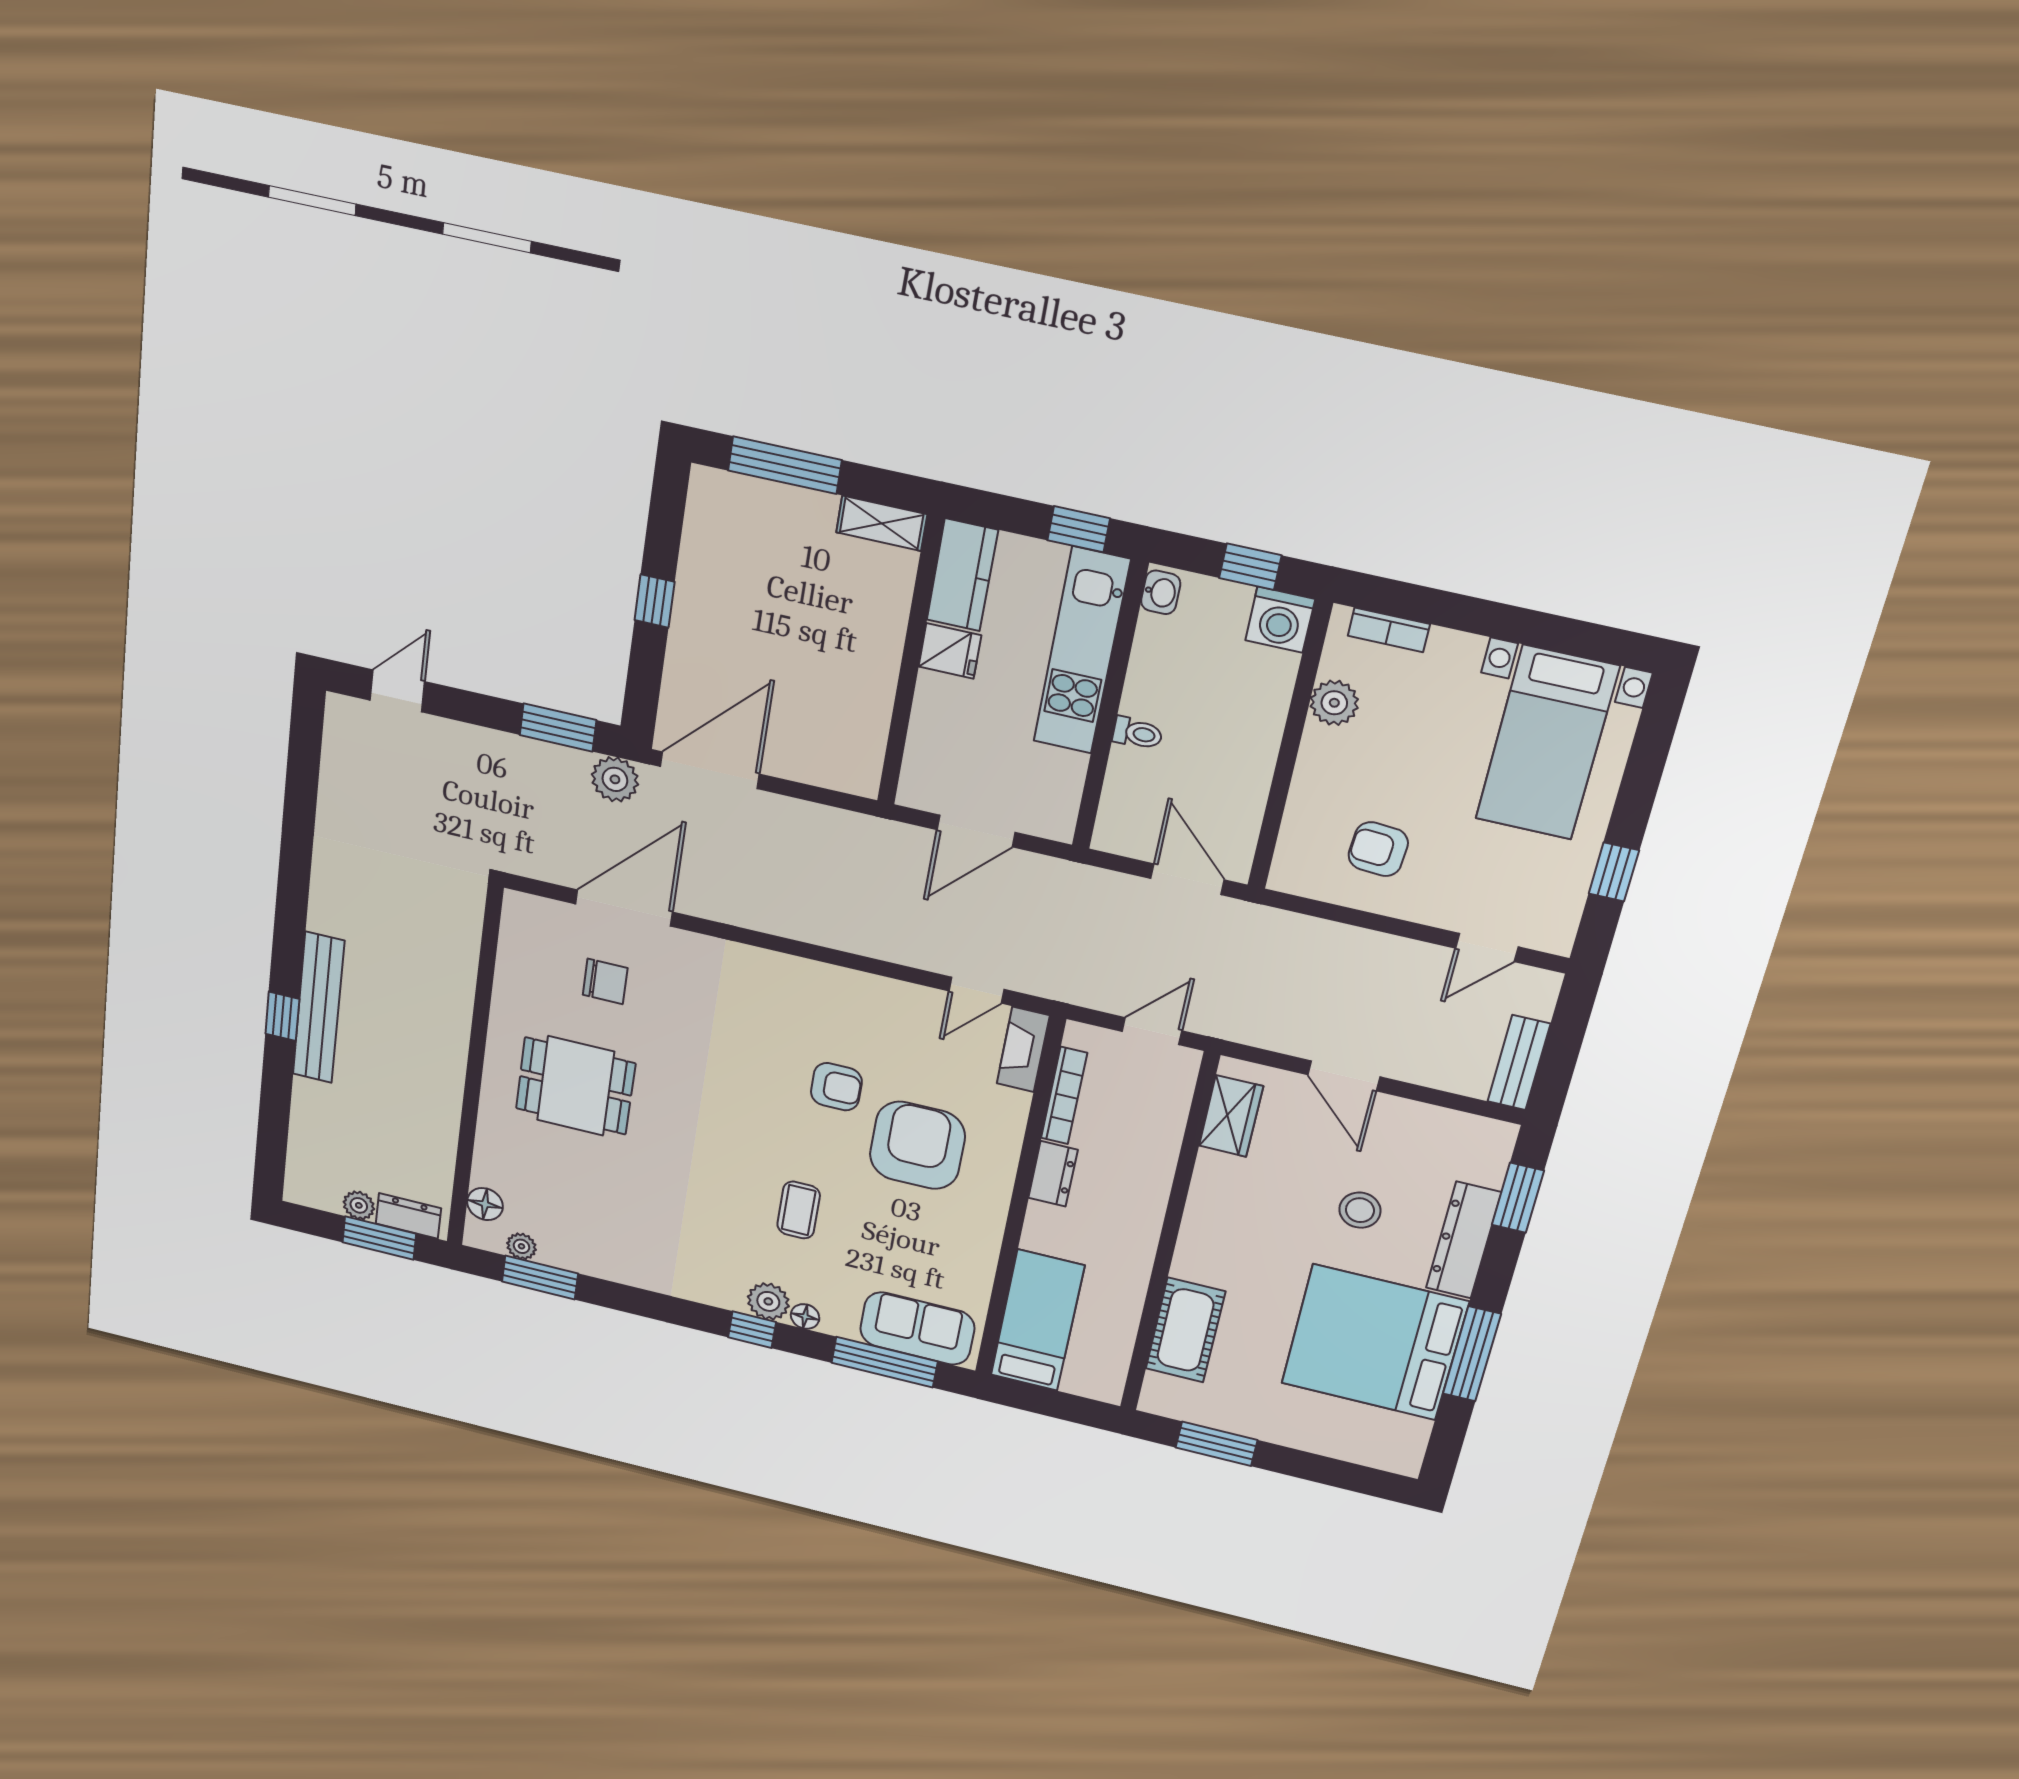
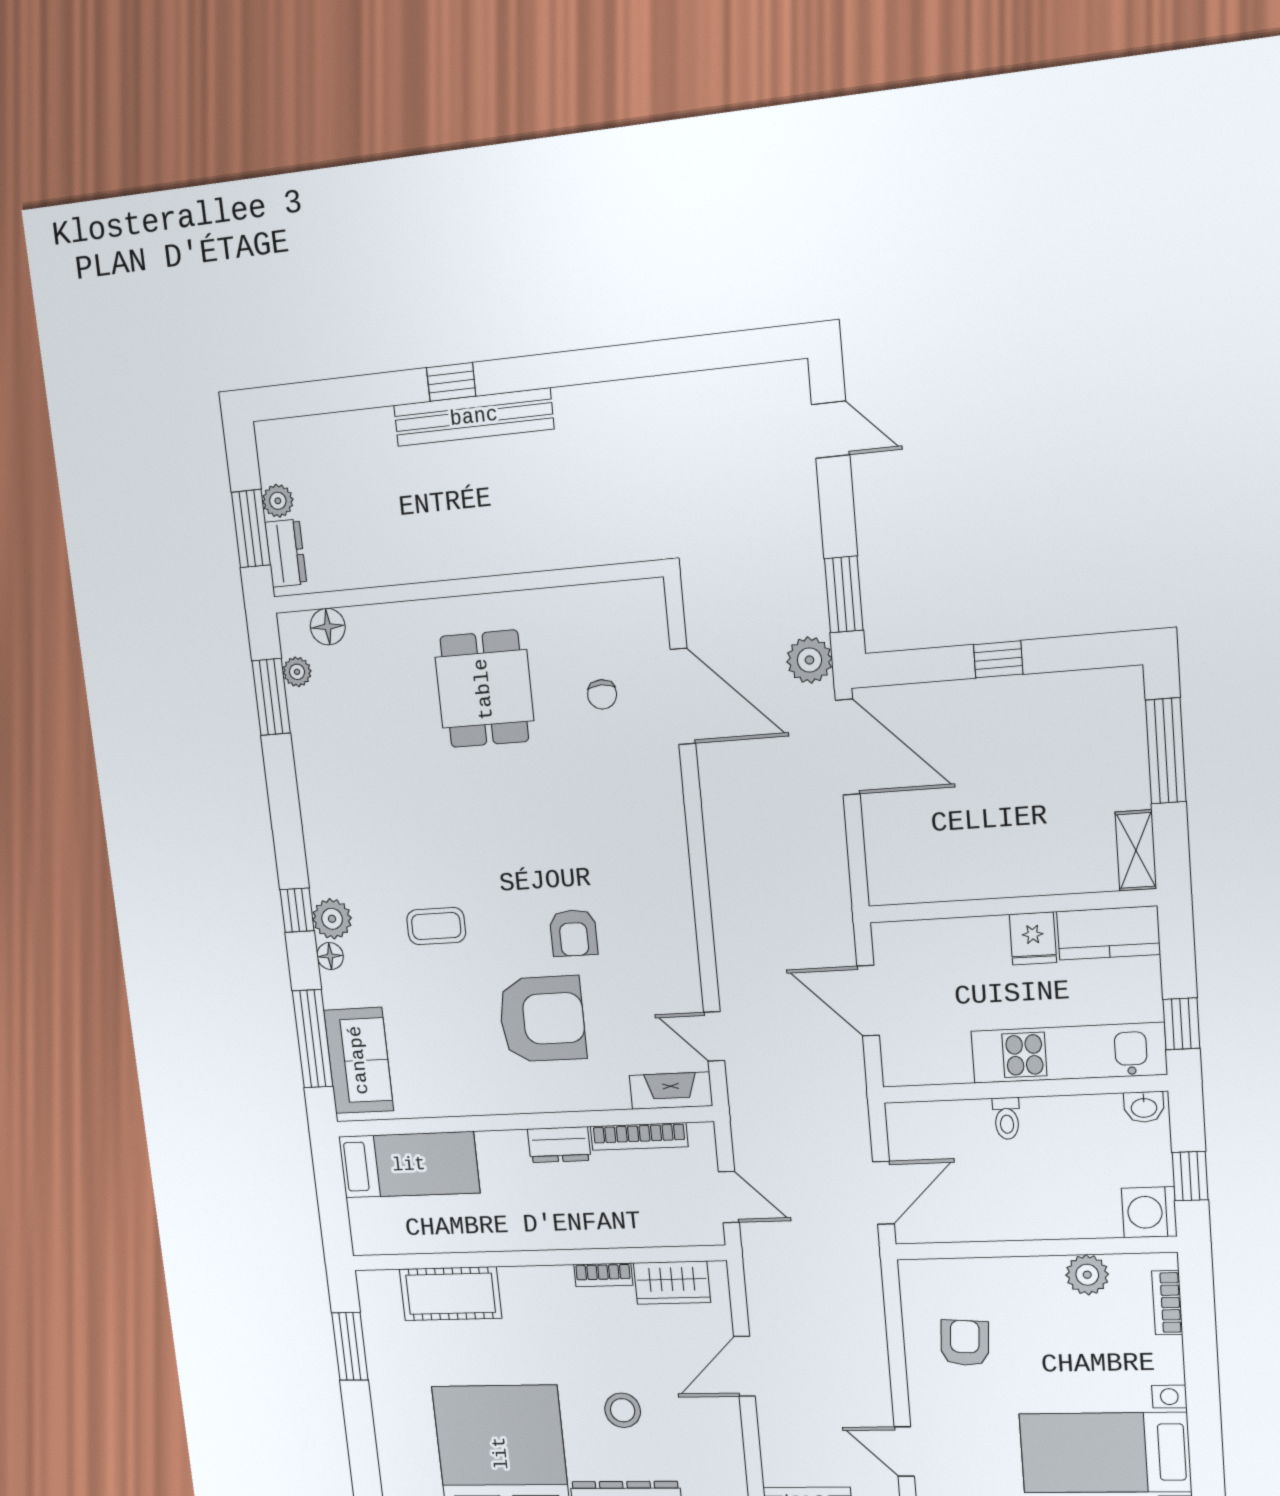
chair: (605, 981) -> (602, 694), width x0.73, depth x0.73
bookcase: (1204, 1179) -> (603, 1275), added

